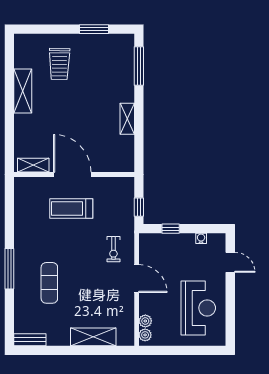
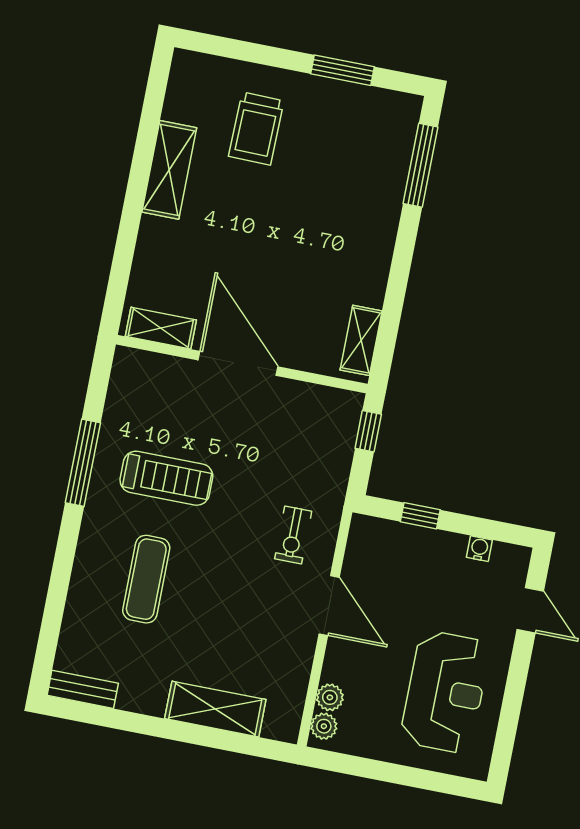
shelving: (127, 119) -> (361, 340), moved
window: (139, 207) -> (368, 431), moved
treadmill: (71, 208) -> (166, 478), moved, turned 180
window: (9, 269) -> (83, 463), moved

